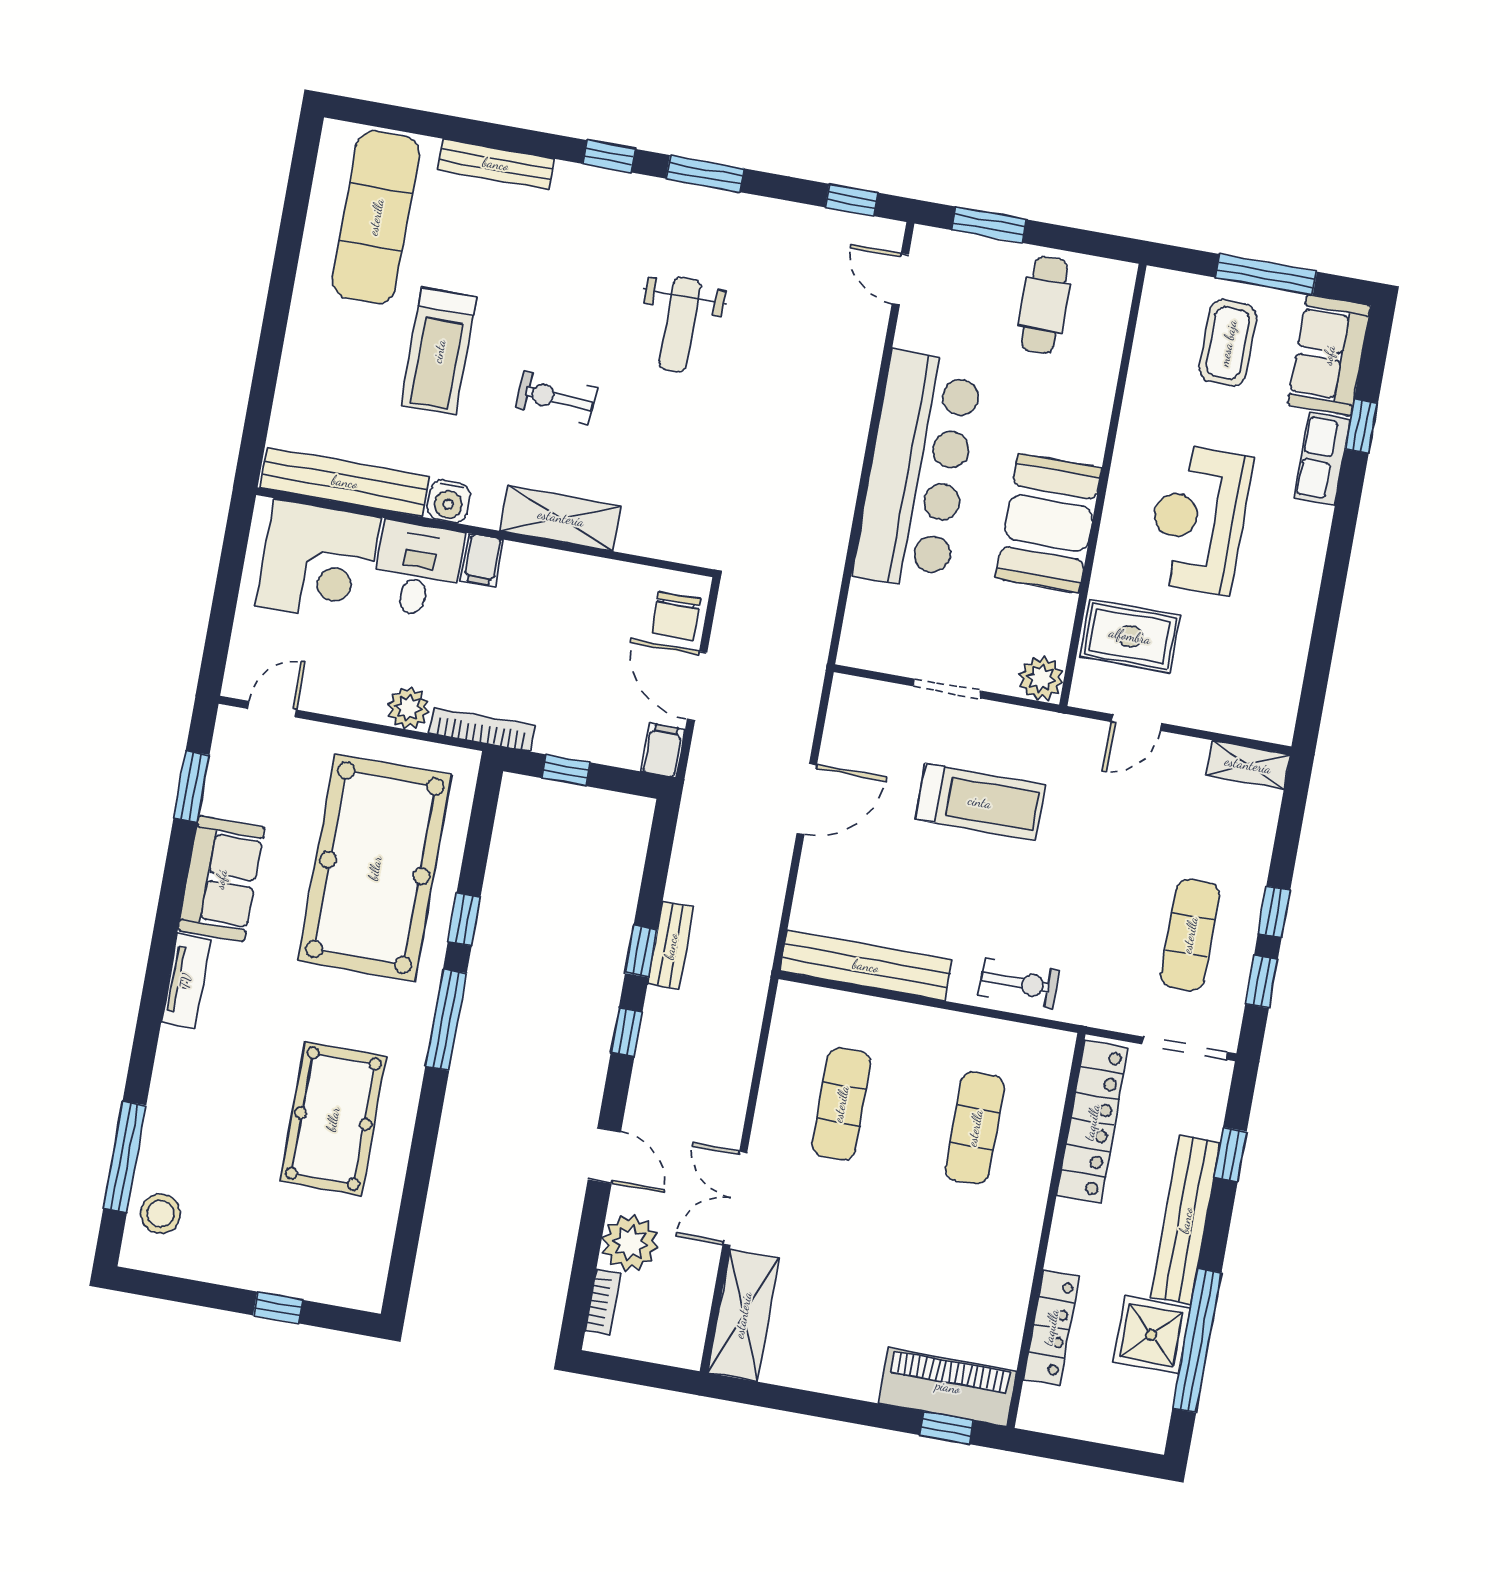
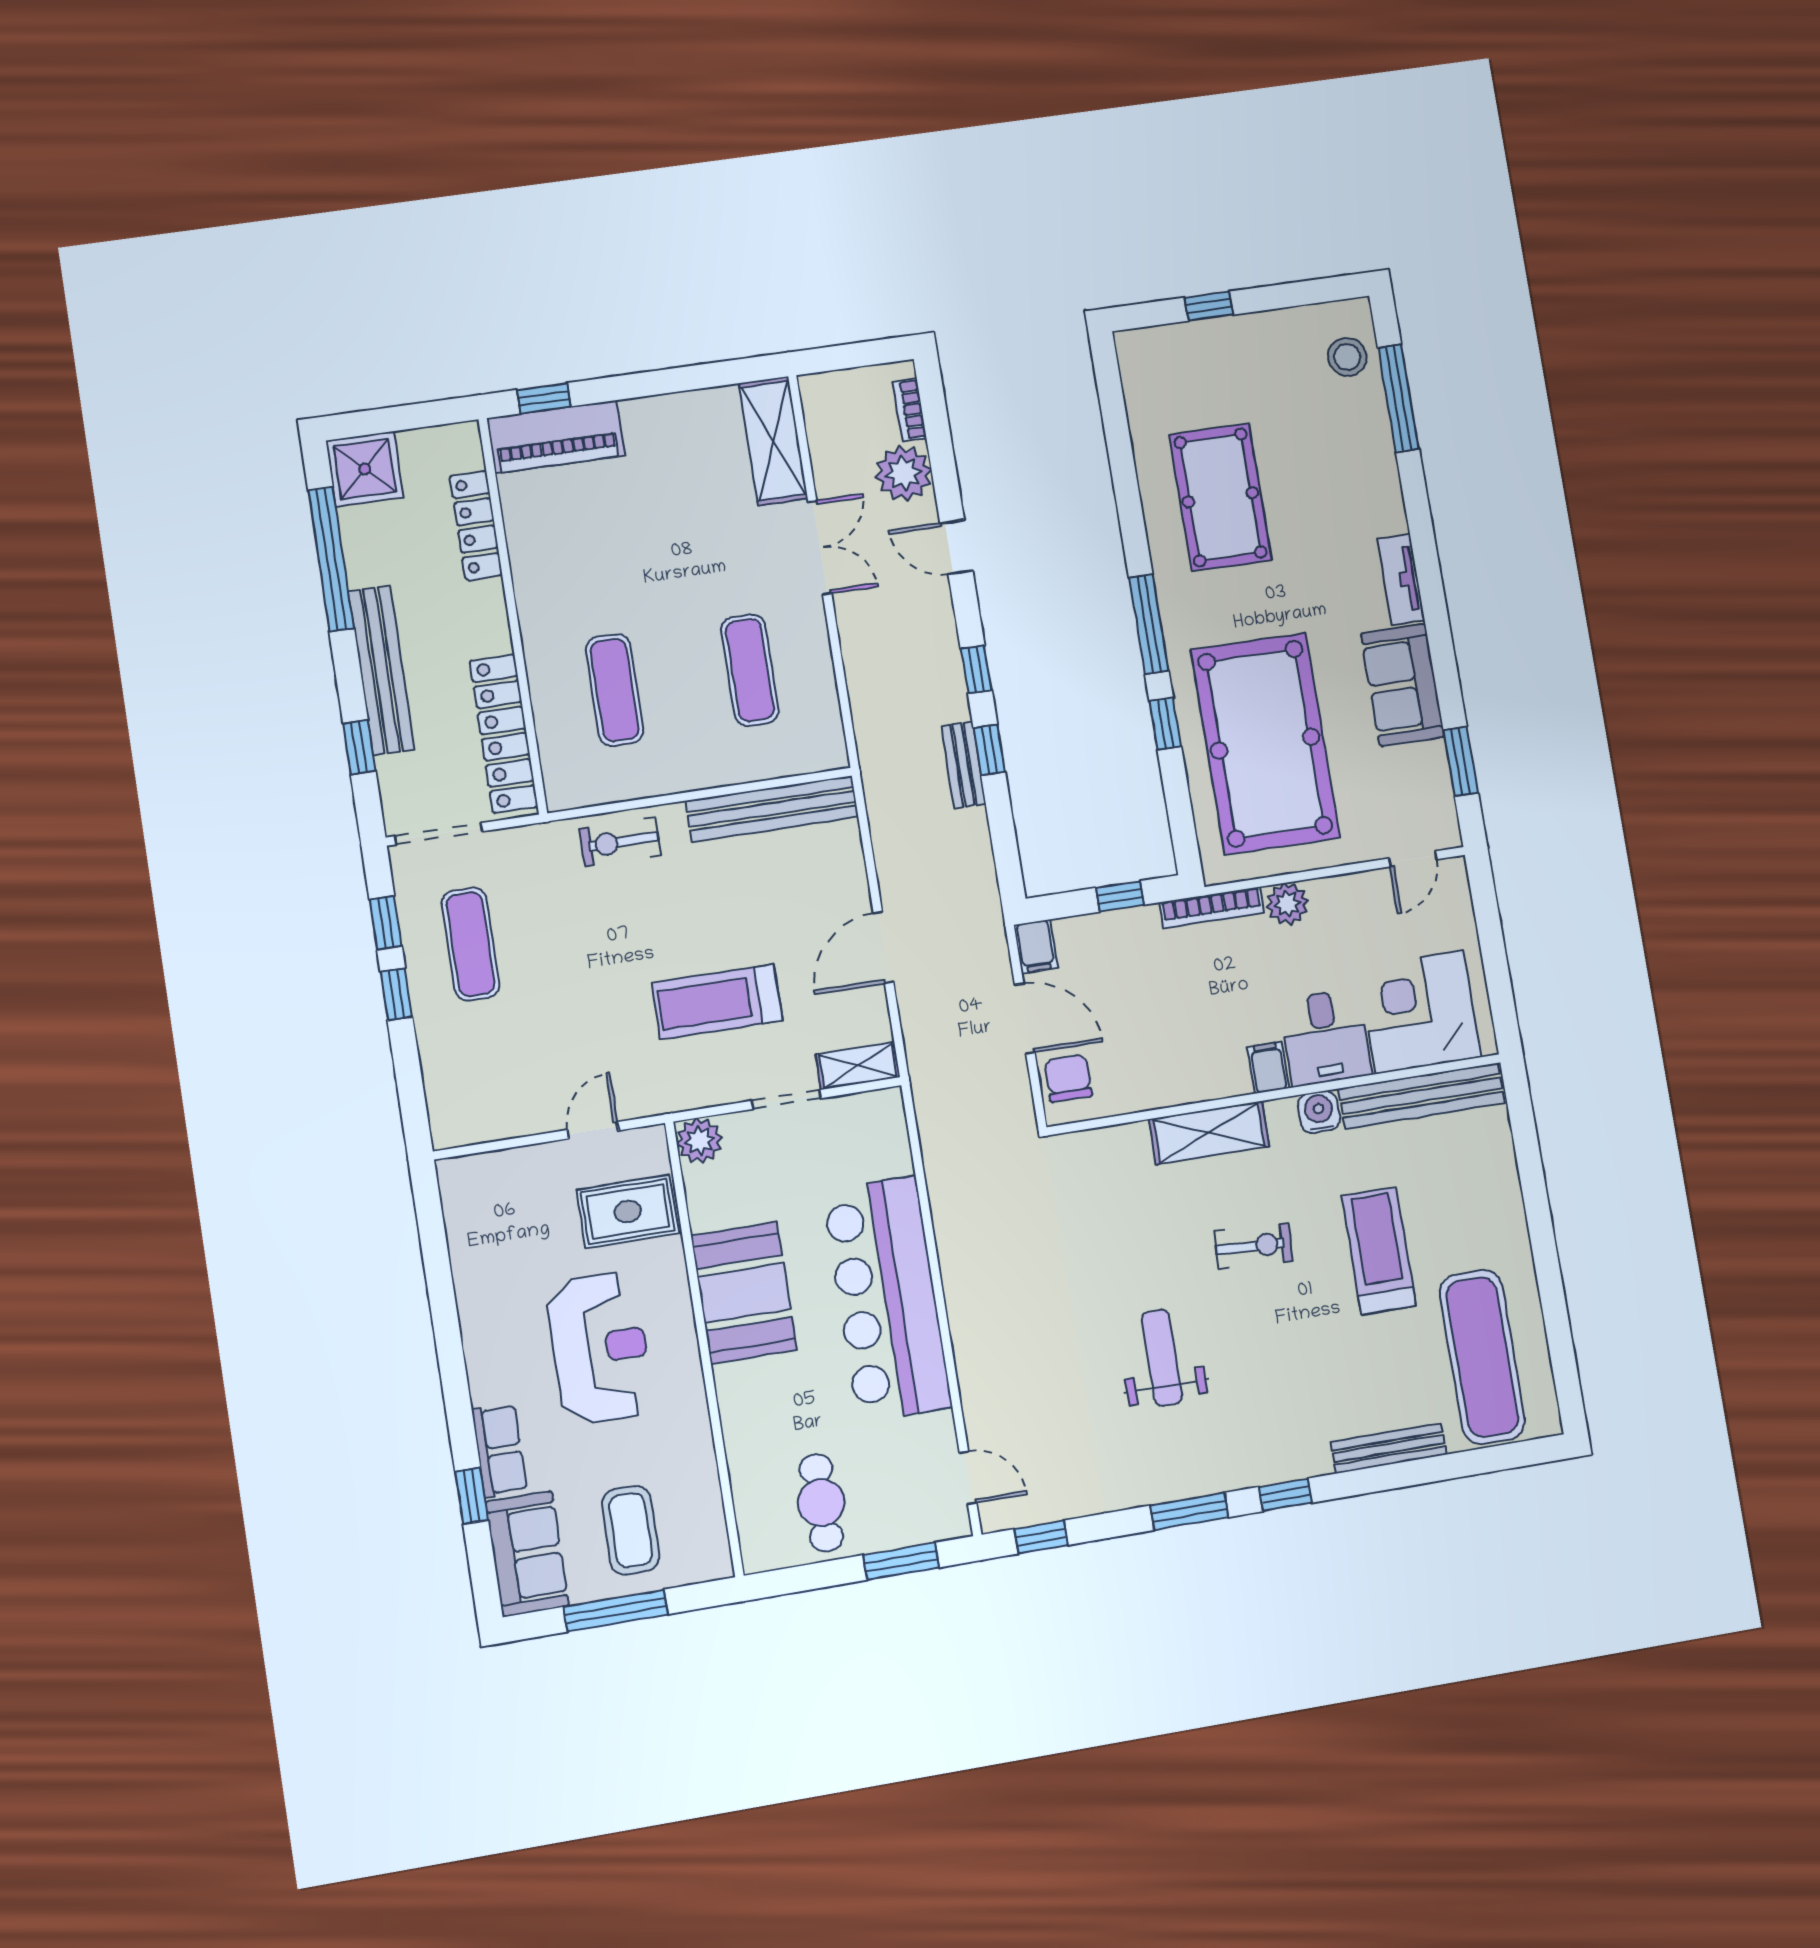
shelving: (1248, 765) -> (858, 1066), moved
shower: (1151, 1335) -> (365, 469), moved

